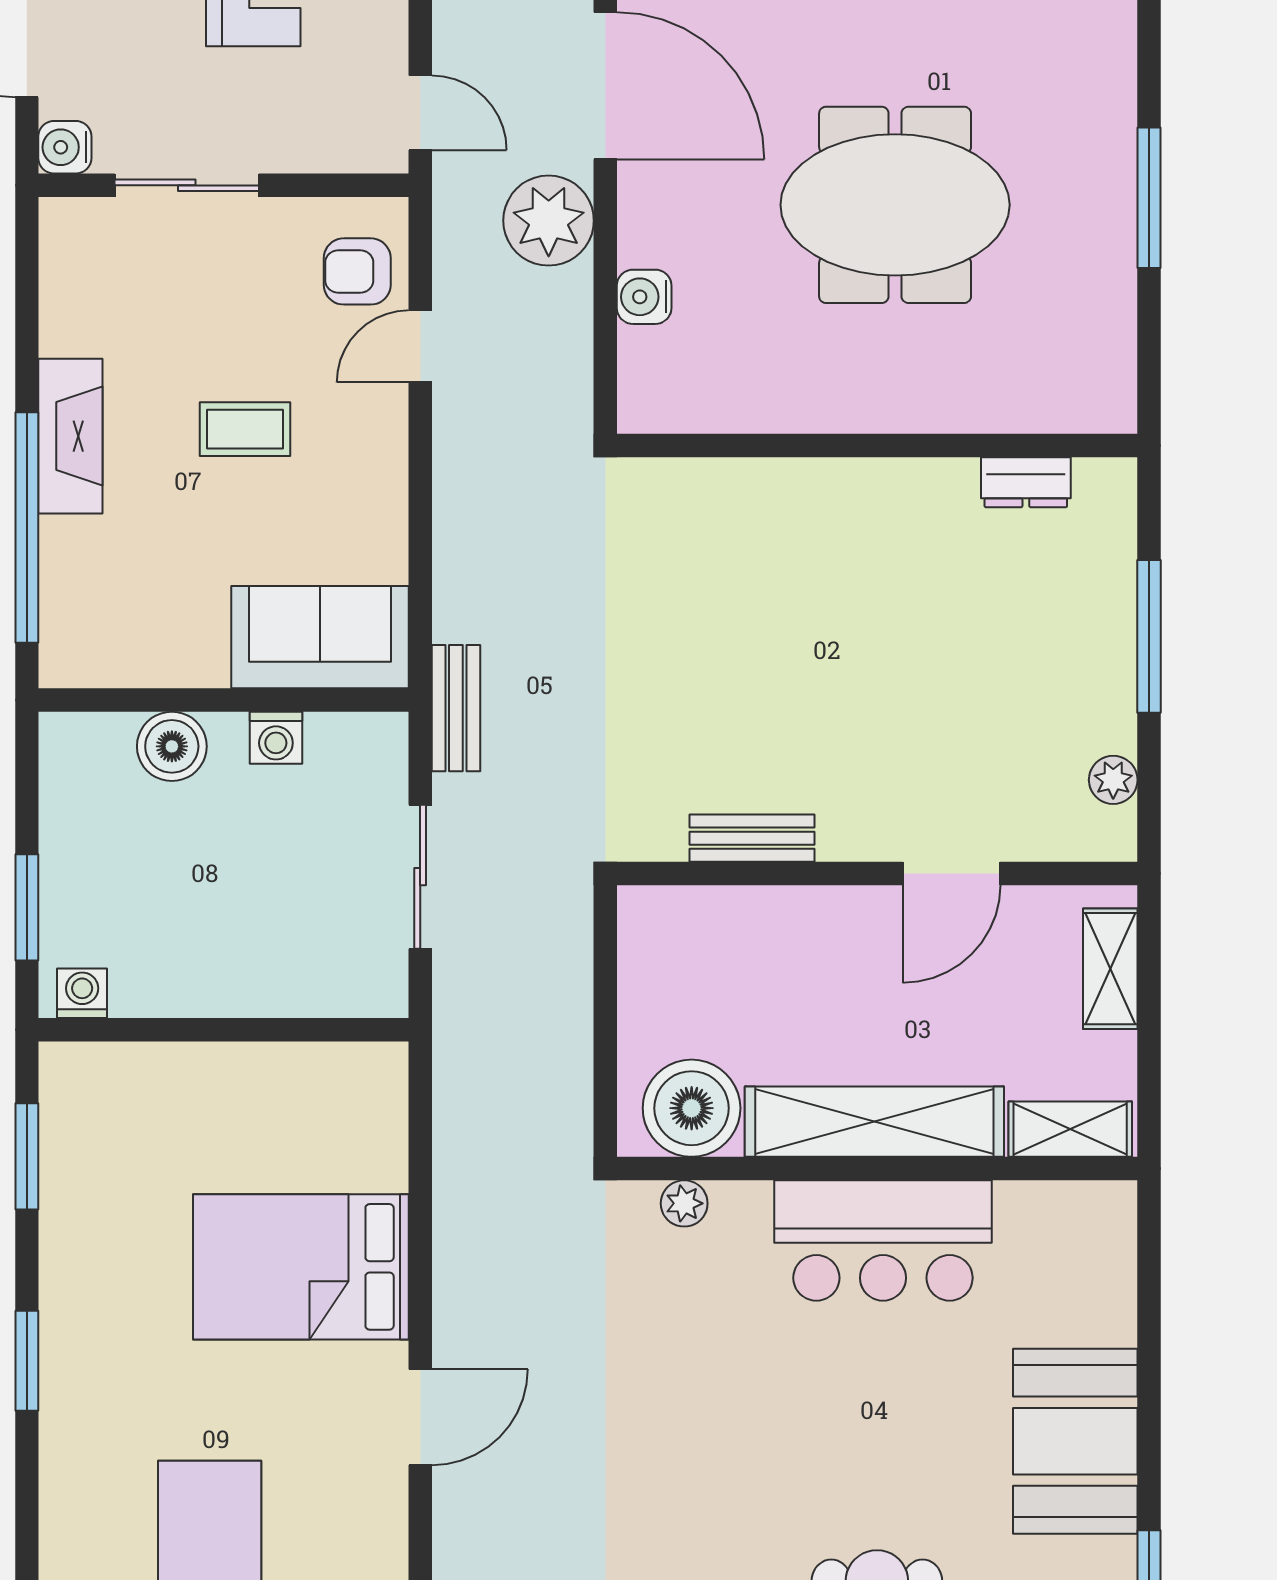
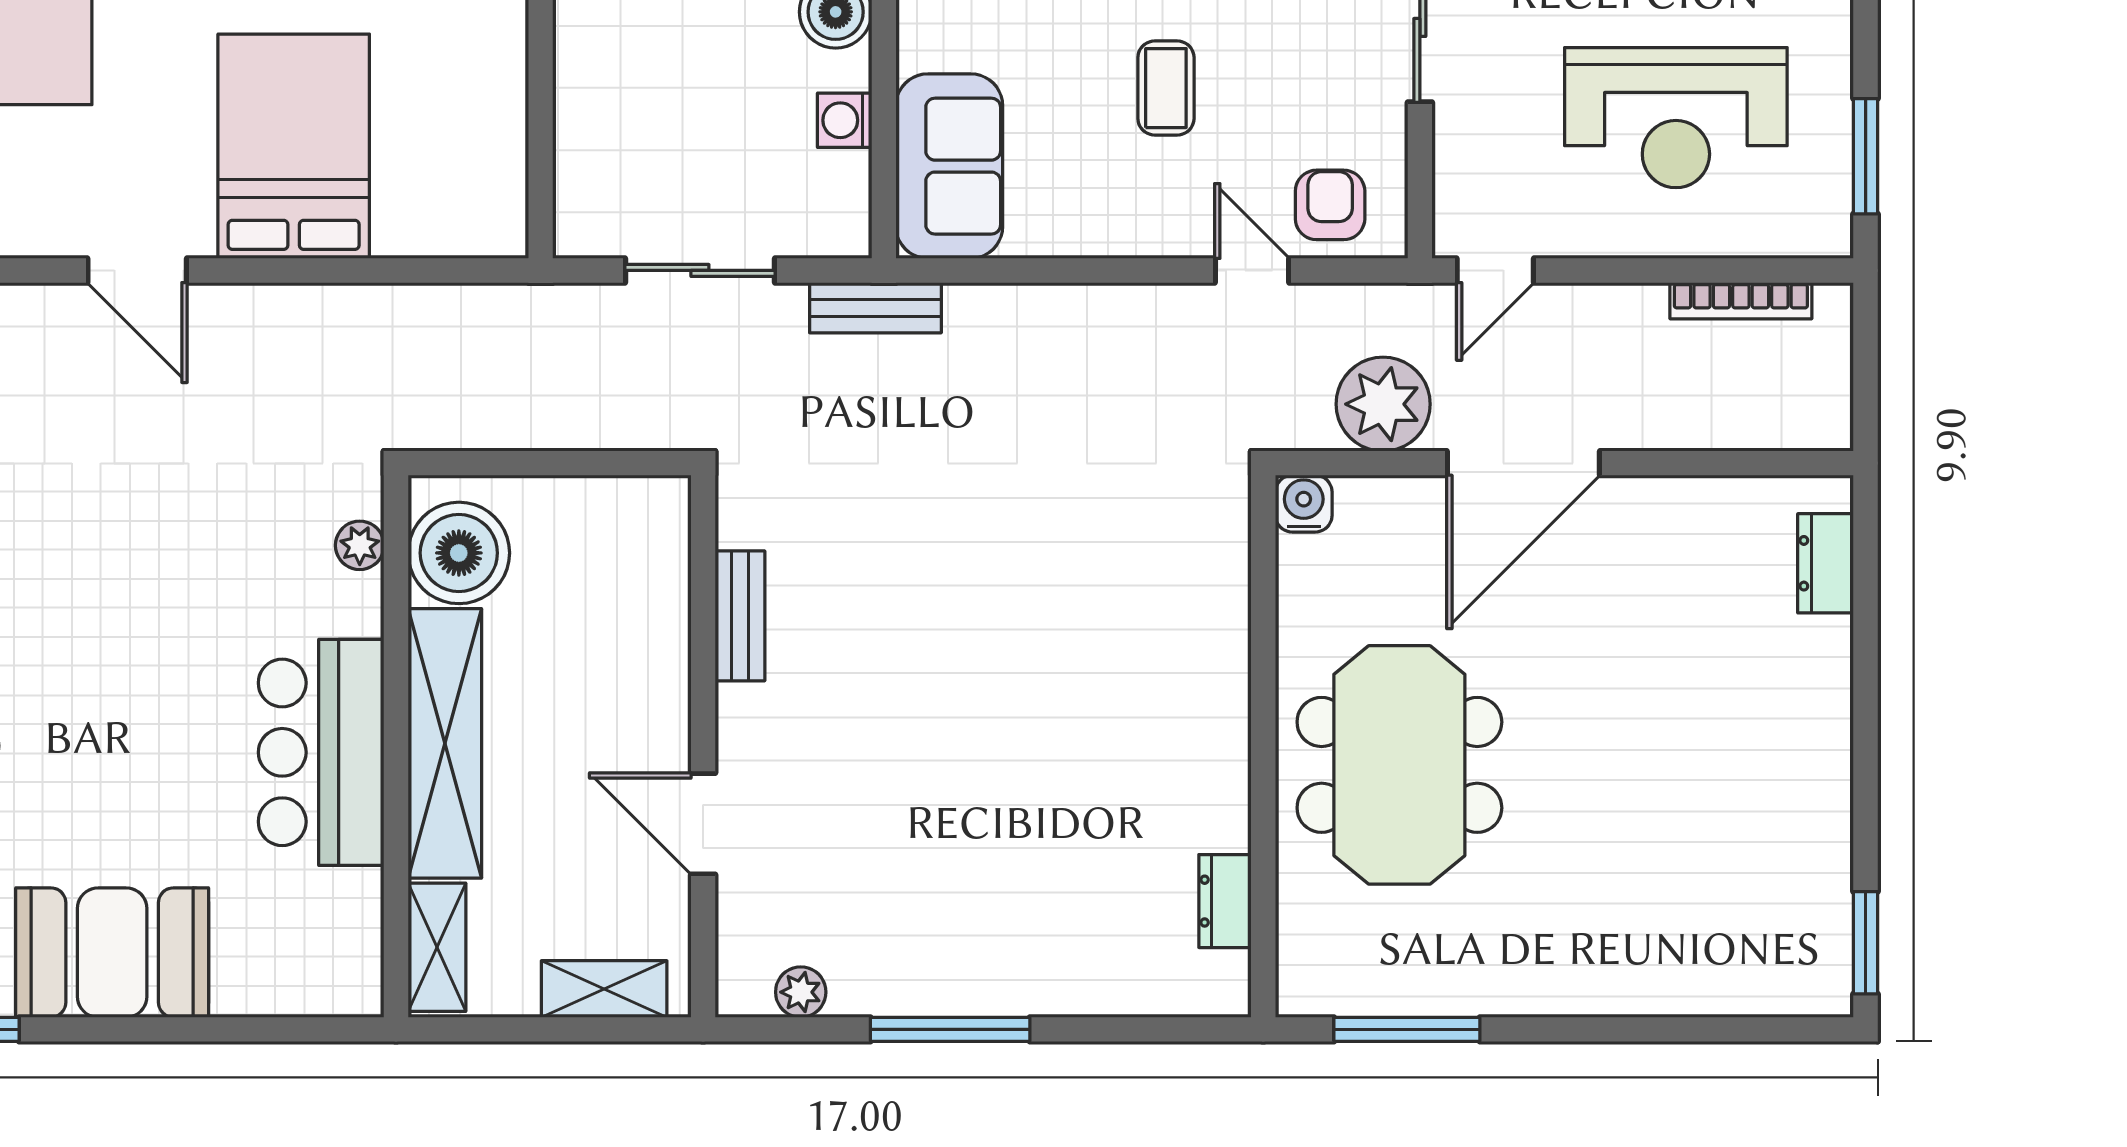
wall: (877, 446) -> (1263, 746), moved
dresser: (1026, 482) -> (1225, 901), moved

